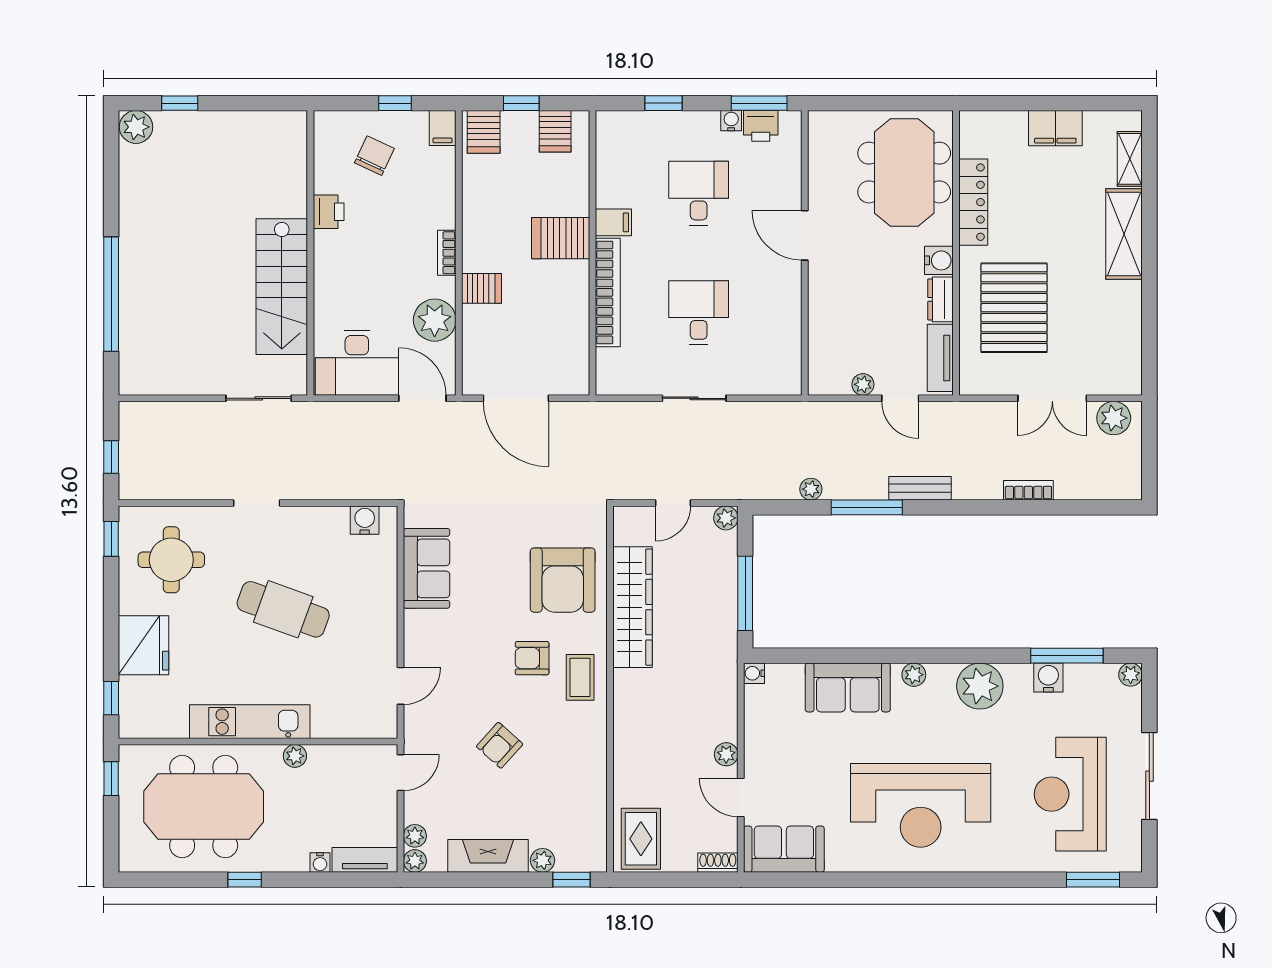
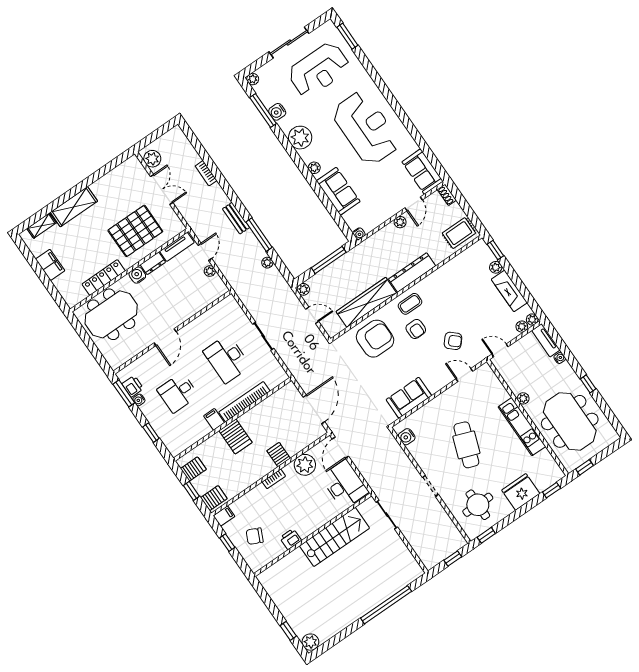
desk: (699, 313) -> (227, 359), width x1.37
dresser: (629, 717) -> (412, 272), added
armchair: (500, 745) -> (453, 341), moved

